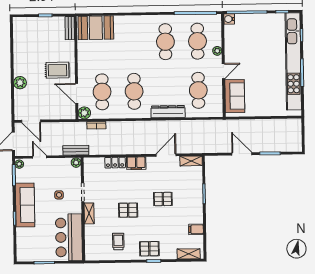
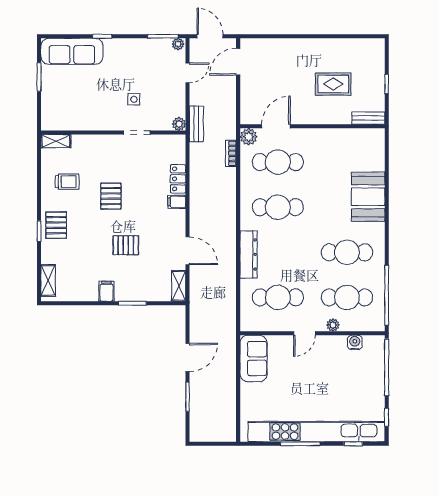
water cooler: (229, 19) -> (355, 342), moved
booth: (96, 28) -> (368, 197), moved
rug: (57, 70) -> (333, 84), moved, turned 90
door: (223, 71) -> (304, 333), hinge flipped
plant: (20, 83) -> (293, 47), removed
sofa: (235, 96) -> (254, 358), moved, turned -90
filing cabinet: (136, 163) -> (177, 202), width x0.50
pallet: (163, 199) -> (126, 245), turned 90
sofa: (25, 205) -> (72, 51), moved
shelving: (89, 213) -> (56, 141), moved
filing cabinet: (196, 229) -> (106, 291), moved
bar counter: (69, 237) -> (74, 112), removed

